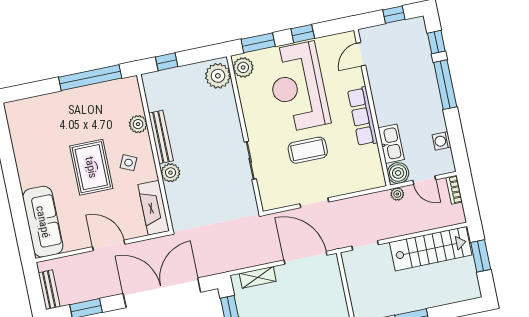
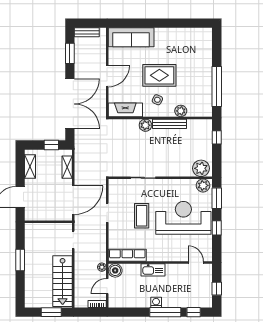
row of seats: (363, 116) -> (127, 255), moved
washing machine: (442, 141) -> (156, 302), moved
kitchen sink: (391, 144) -> (153, 270), moved

